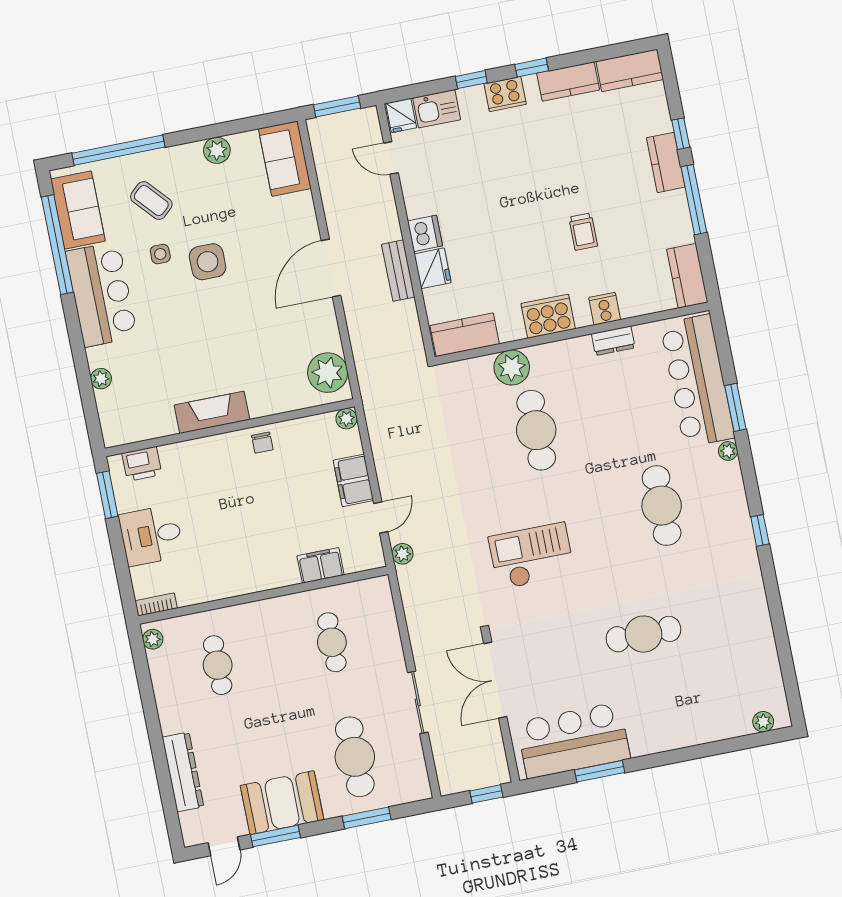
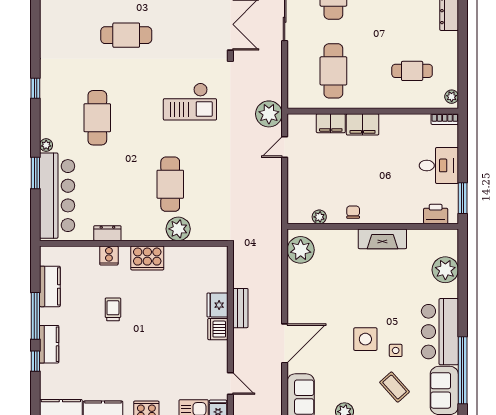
door: (331, 268) -> (285, 343), moved
kitchen counter: (687, 276) -> (50, 286), moved
kitchen counter: (465, 335) -> (205, 257), removed
plant: (101, 379) -> (445, 270), width x1.88, depth x1.88
plant: (346, 419) -> (319, 217), moved
filing cabinet: (353, 480) -> (363, 124), moved, turned 90
plant: (403, 554) -> (269, 114), width x1.88, depth x1.88
cafe table: (332, 642) -> (333, 71), width x1.37, depth x1.35
cafe table: (218, 665) -> (412, 71), turned 90

